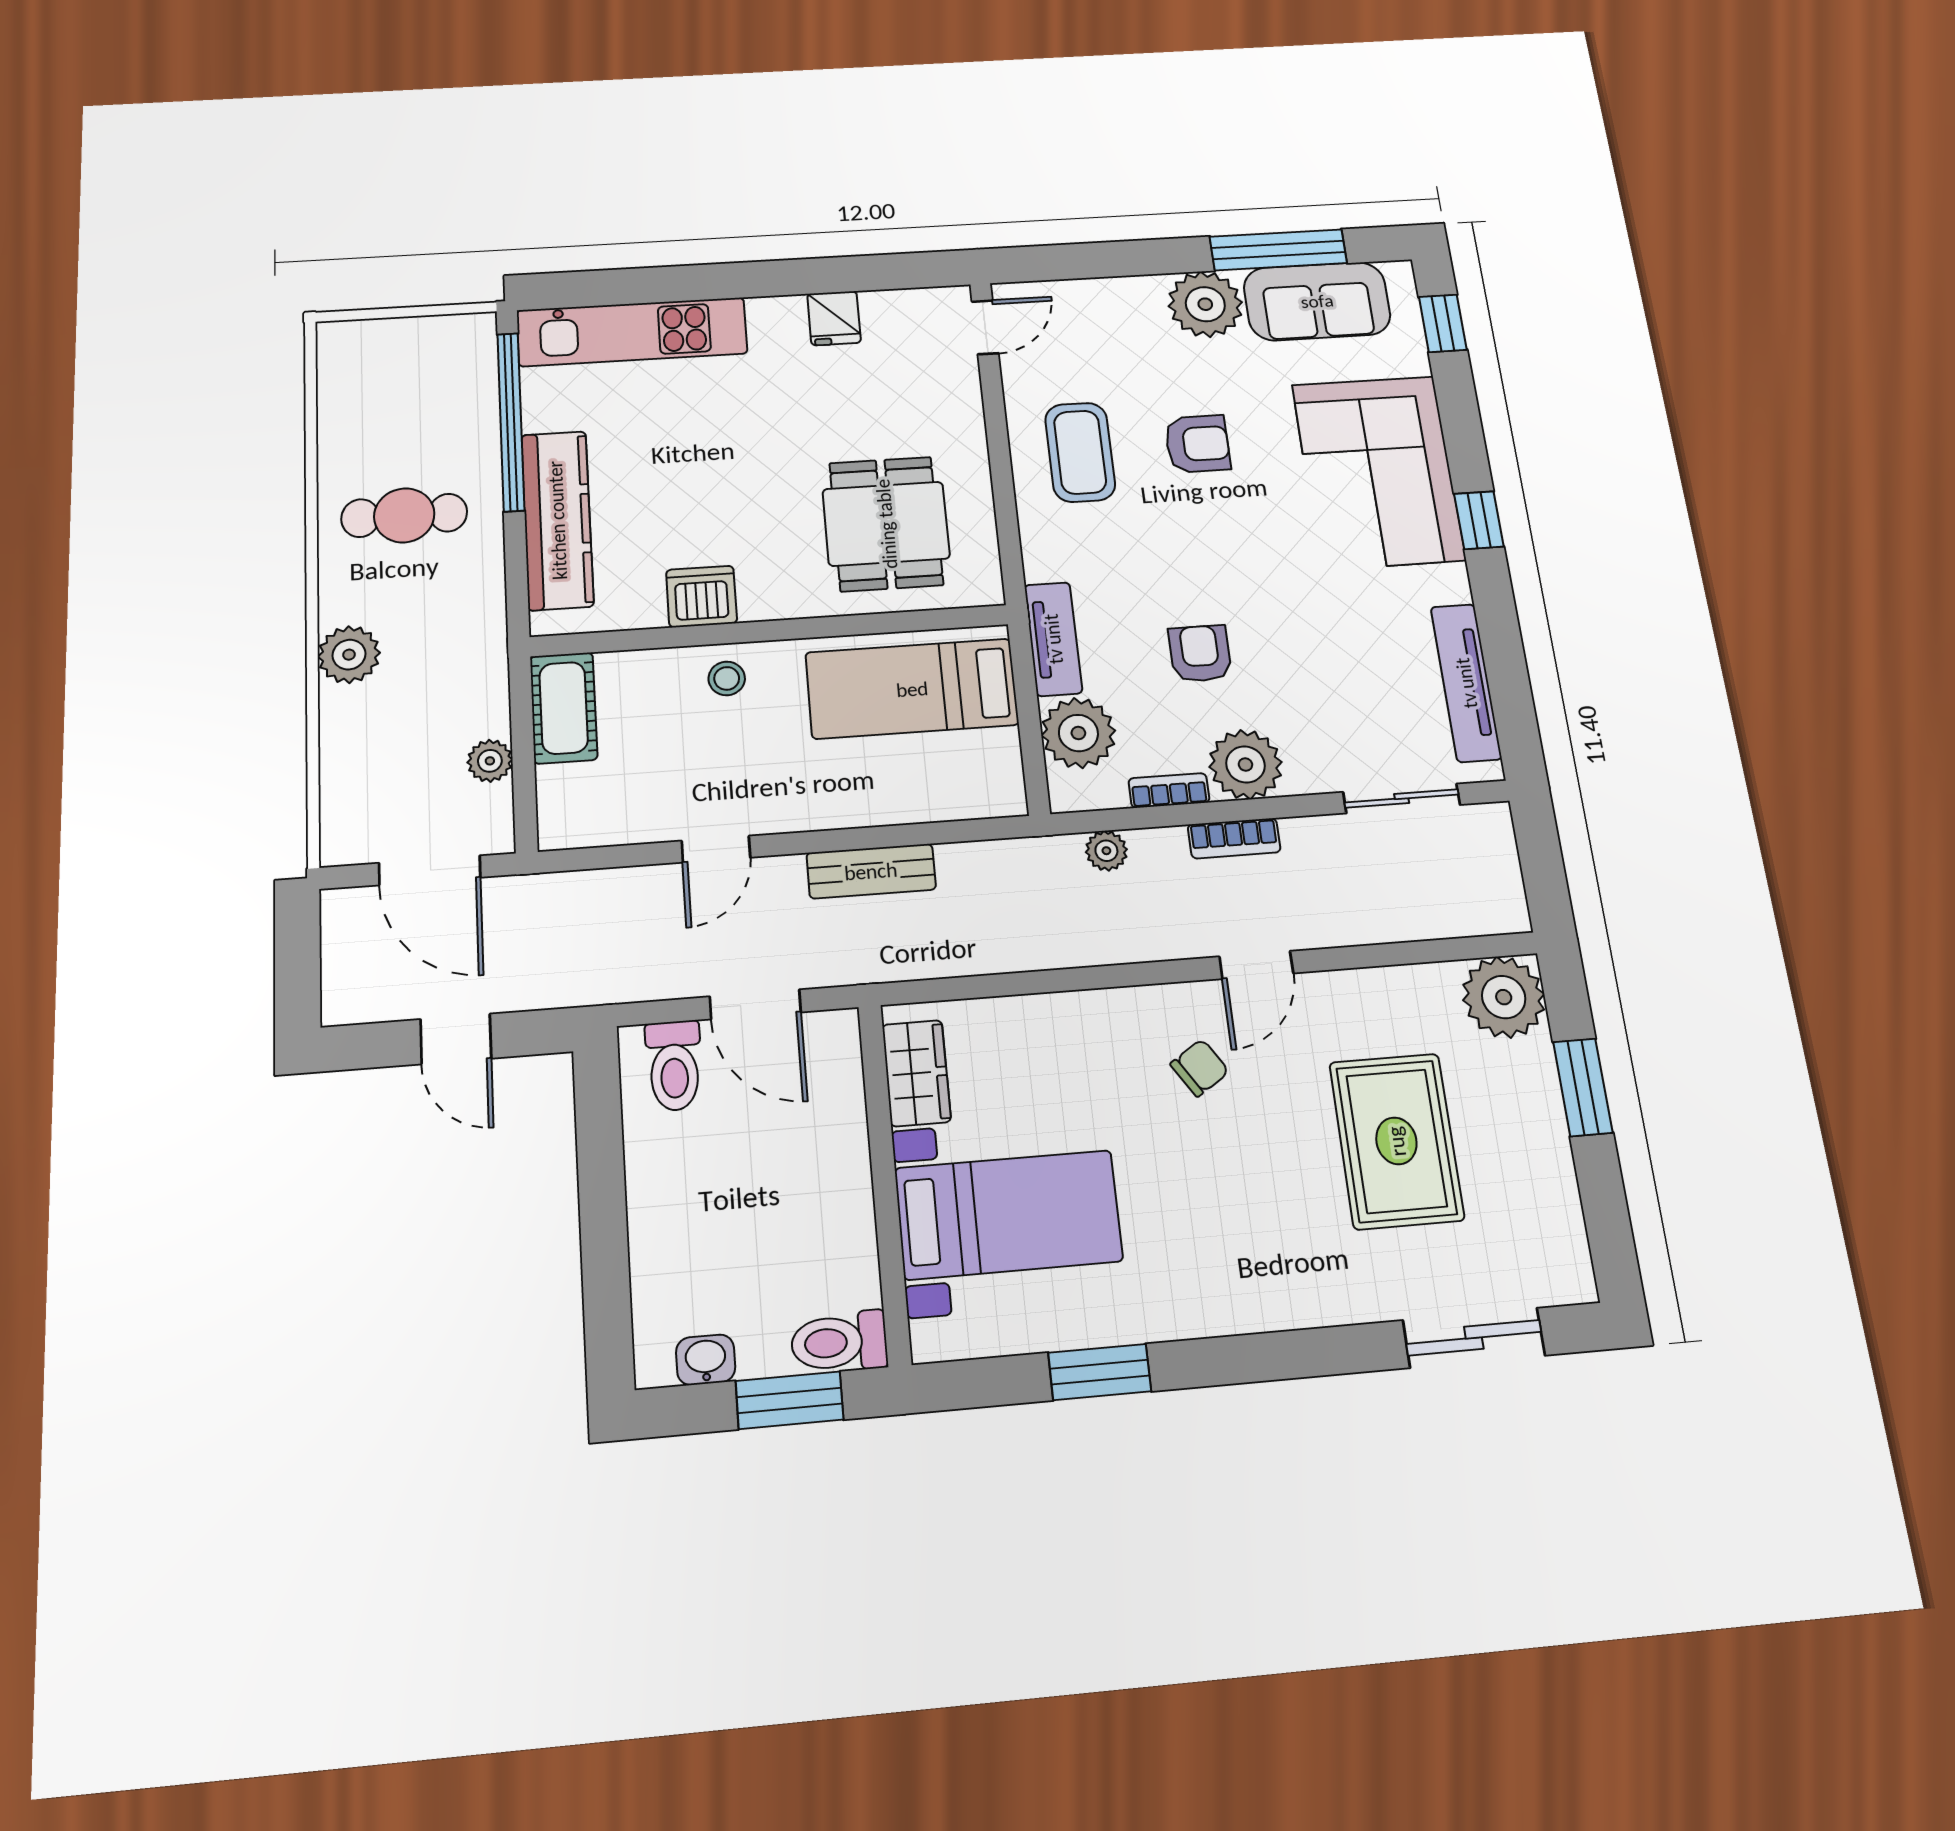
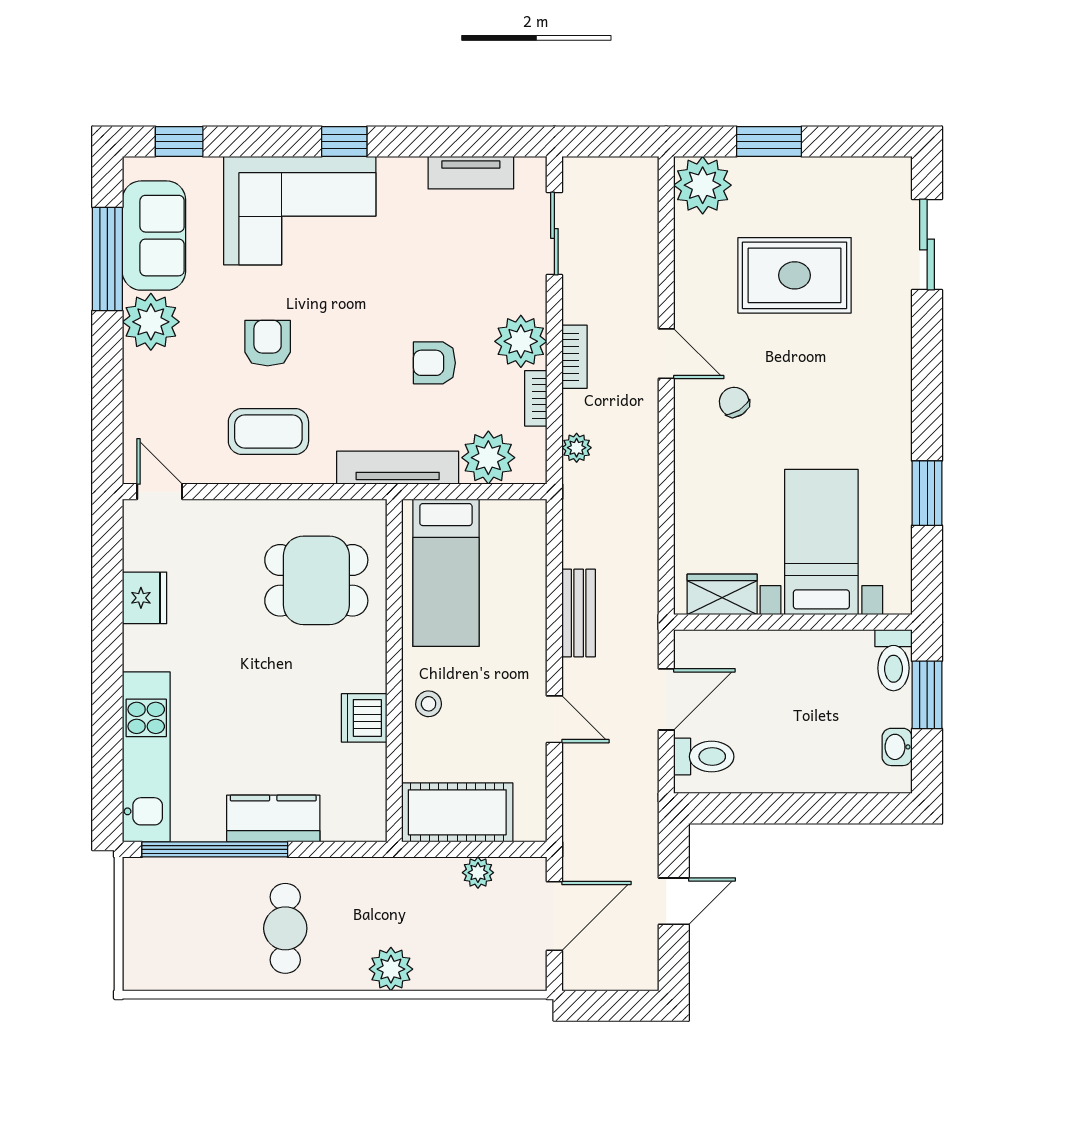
fridge: (834, 318) -> (144, 598), width x1.38
kitchen counter: (557, 520) -> (273, 819), width x0.67
tv unit: (1053, 639) -> (398, 468), width x1.41
tv unit: (1466, 683) -> (471, 173), width x0.71
cot: (564, 708) -> (457, 812), width x1.37, depth x1.34

